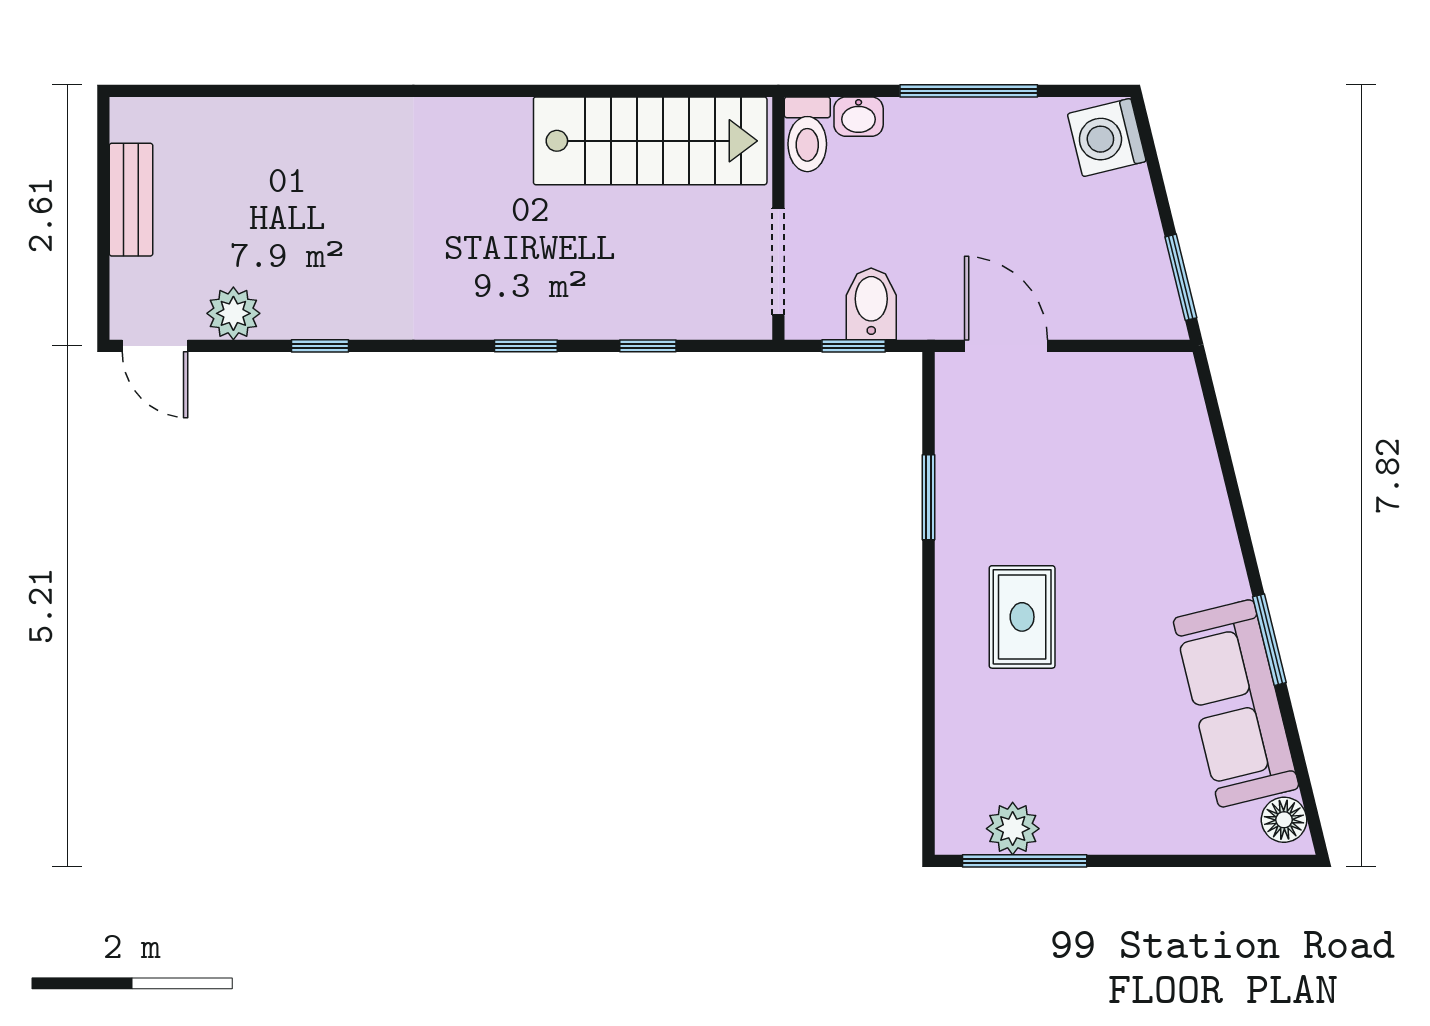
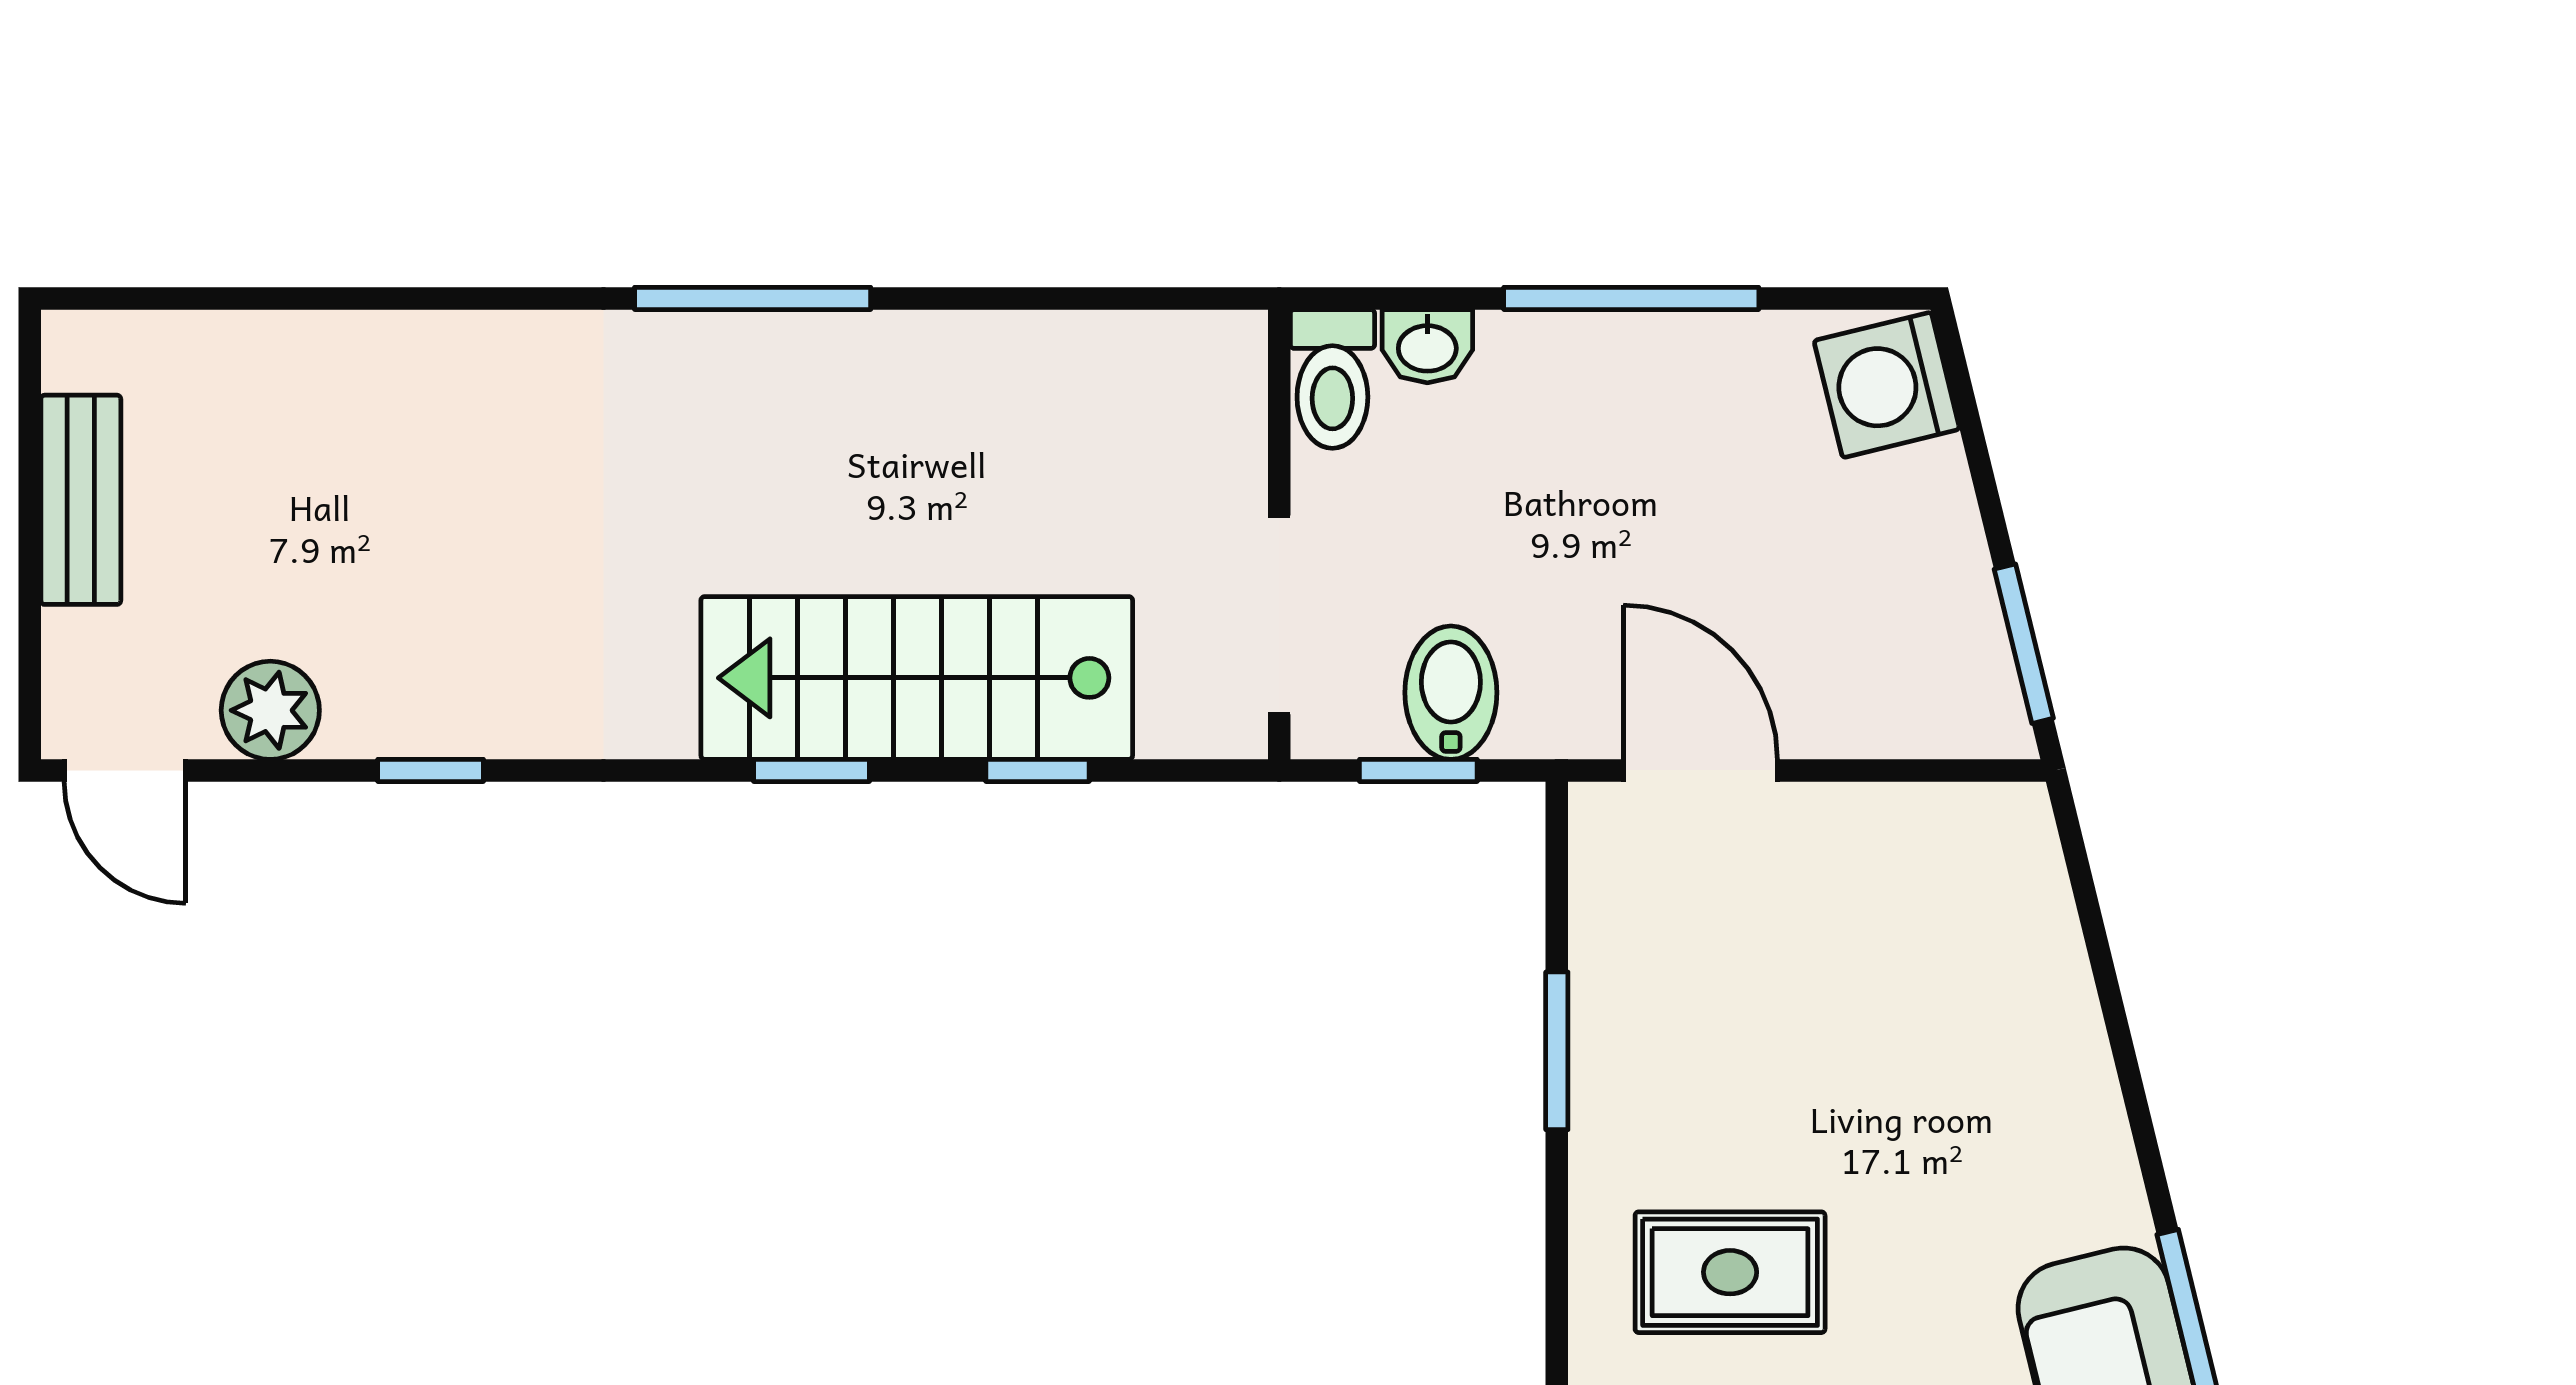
window: (494, 91) -> (753, 298), added
stairs: (650, 141) -> (917, 678), moved, turned 180
rug: (1022, 617) -> (1730, 1272), turned 90

